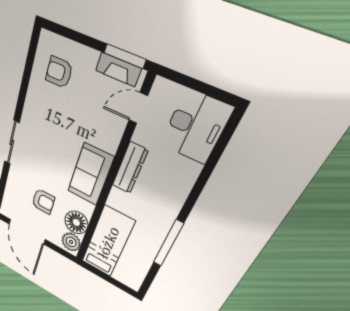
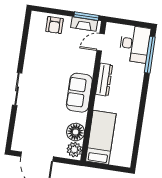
armchair: (59, 72) -> (54, 25), moved, turned -90
armchair: (43, 201) -> (48, 125), removed
window: (168, 243) -> (150, 55), moved

